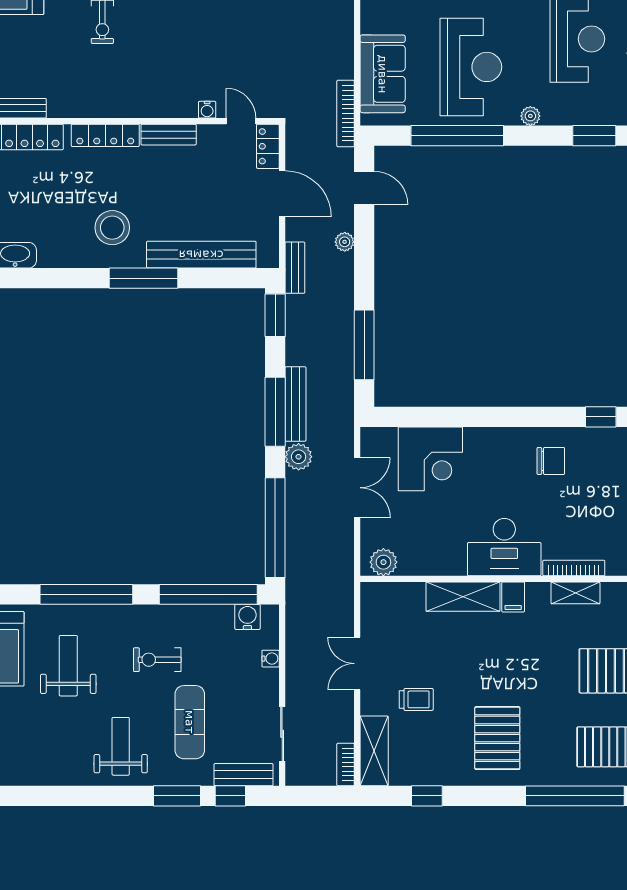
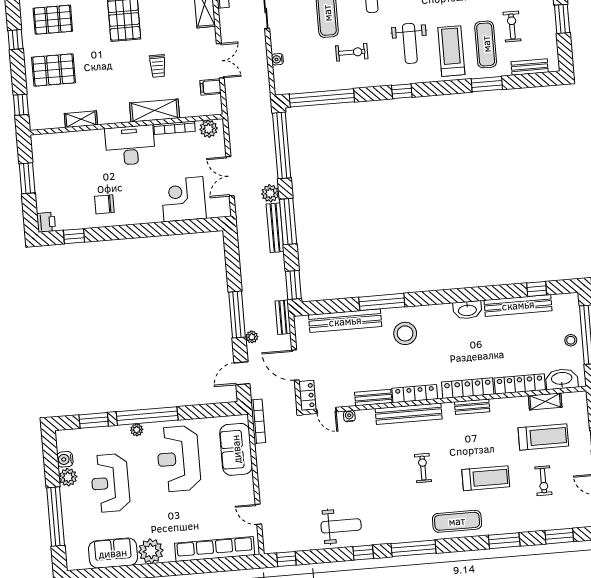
bench: (117, 106) -> (409, 414), added
window: (457, 136) -> (147, 416), moved
door: (364, 188) -> (242, 373), hinge flipped
window: (364, 345) -> (237, 315), moved
bookcase: (574, 568) -> (175, 128), moved
window: (86, 594) -> (402, 91), width x0.32
filing cabinet: (513, 597) -> (211, 87), moved, turned -90
water cooler: (247, 617) -> (295, 85), removed
trolley: (416, 699) -> (158, 66), moved, turned -90

